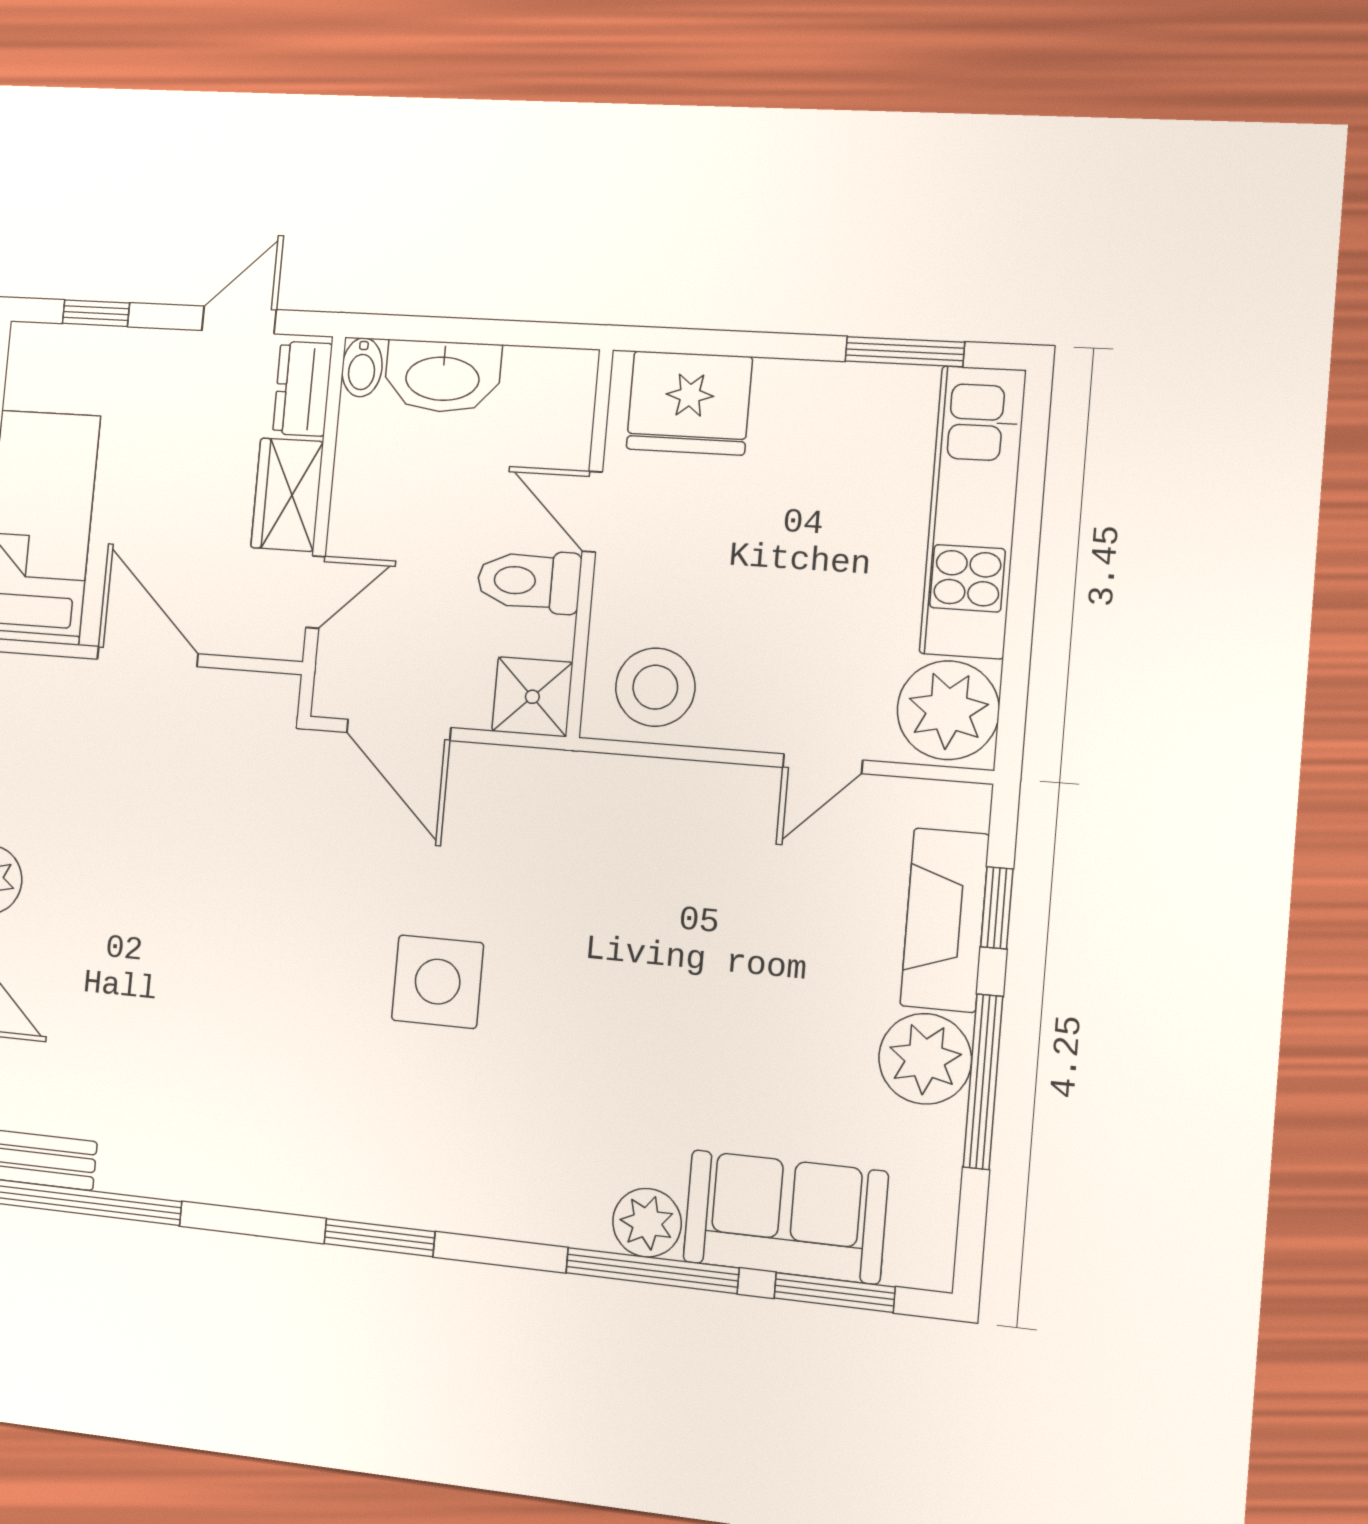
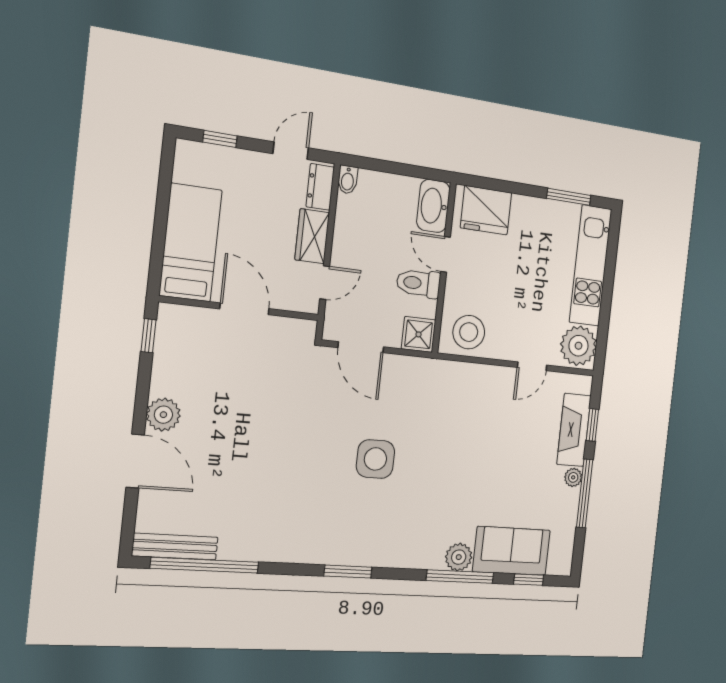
washbasin: (443, 377) -> (433, 206), moved, turned 90
plant: (925, 1059) -> (573, 477), width x0.53, depth x0.53
window: (834, 1292) -> (529, 580), width x0.67

